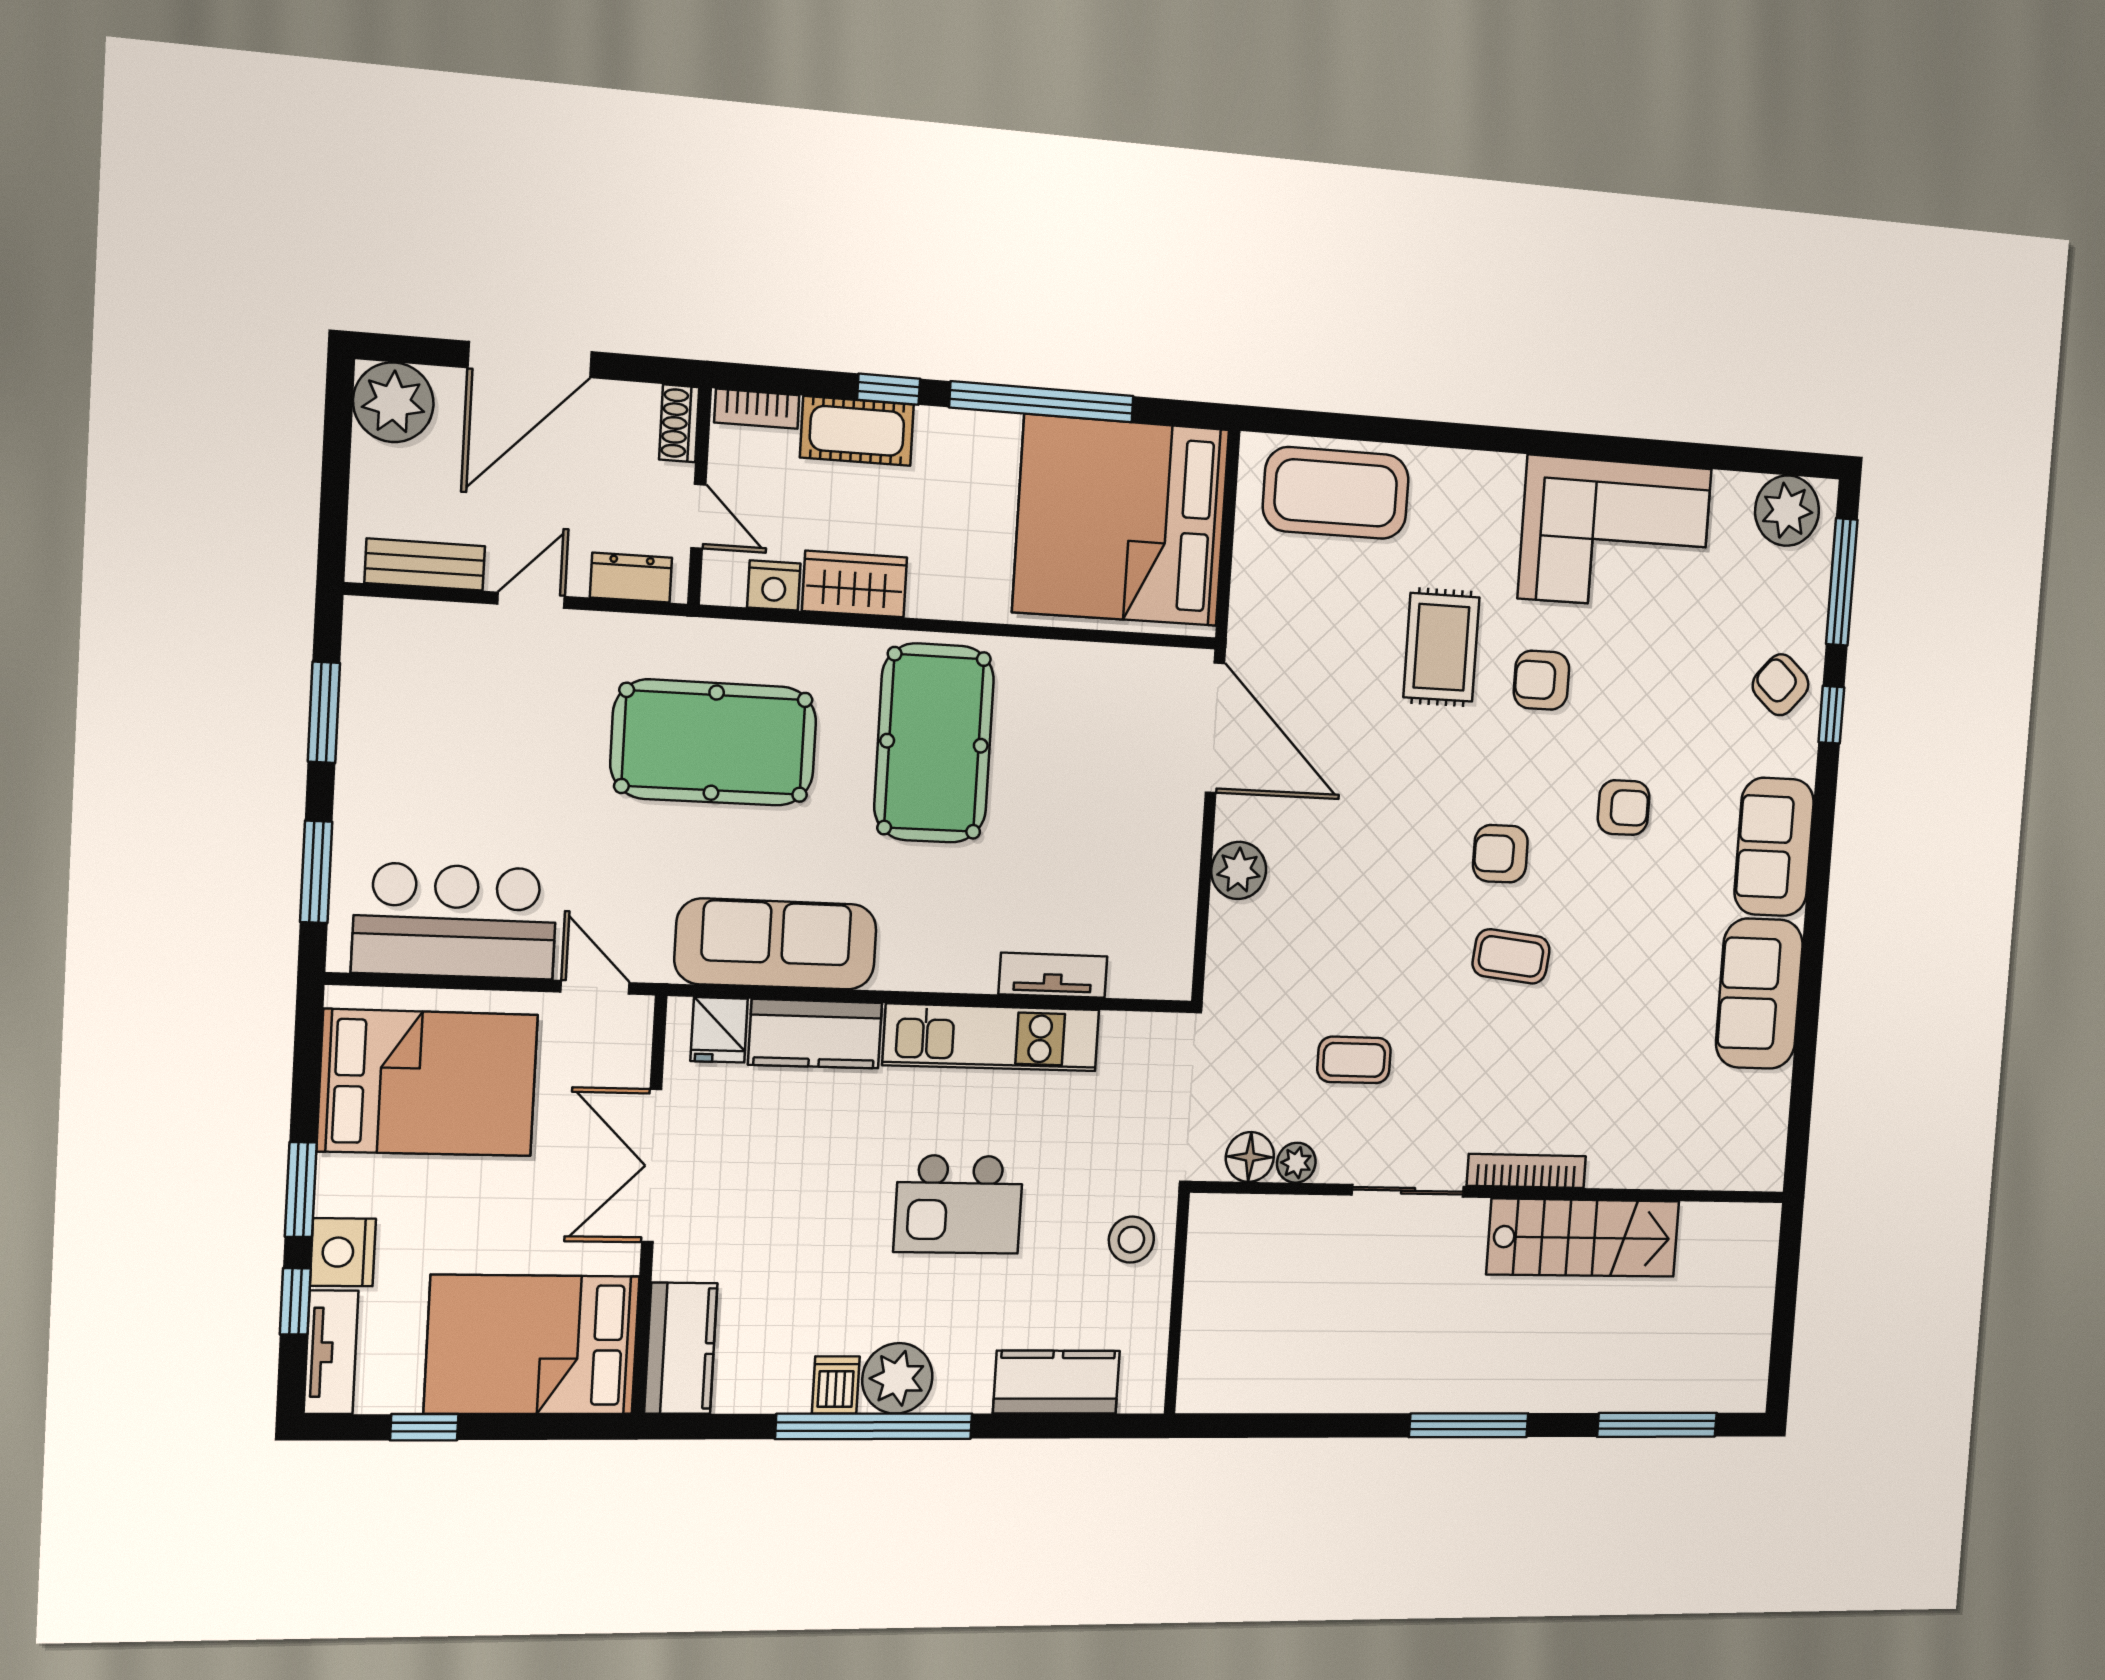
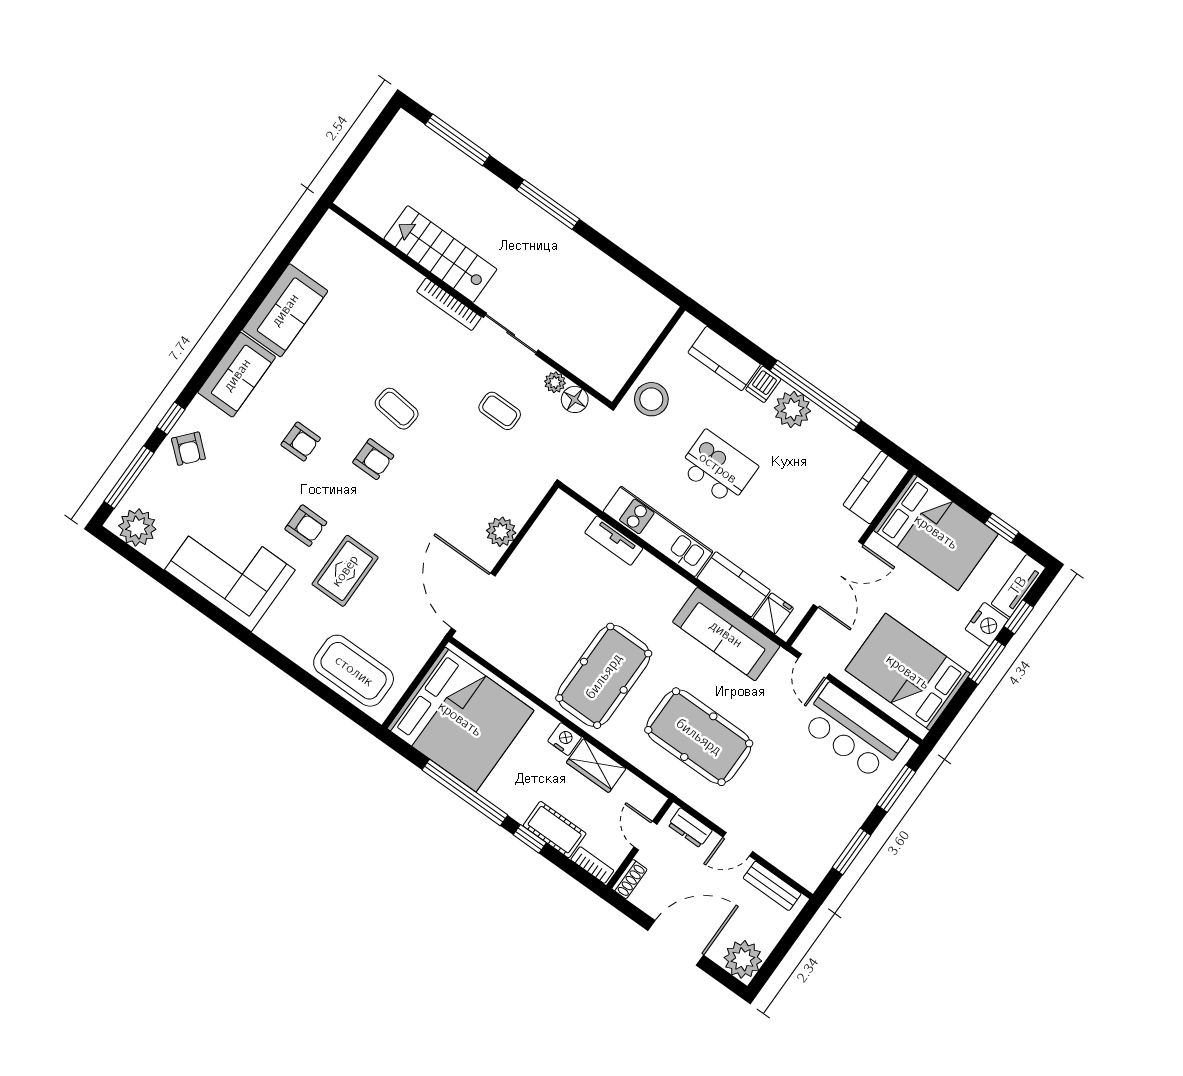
nightstand: (774, 585) -> (565, 739), moved
armchair: (1624, 808) -> (301, 442), turned 180
stool: (1131, 1240) -> (651, 399), width x1.38, depth x1.38
dishwasher: (836, 1385) -> (763, 384), moved

